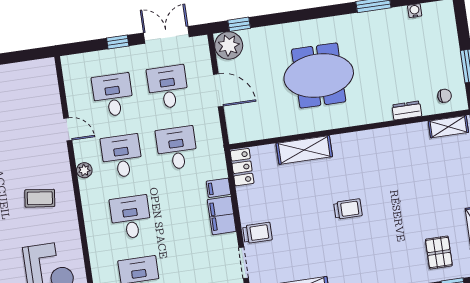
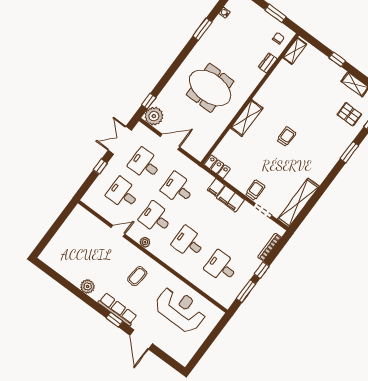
meeting table: (319, 76) -> (210, 88), turned 90
shelving: (304, 150) -> (247, 118), moved

